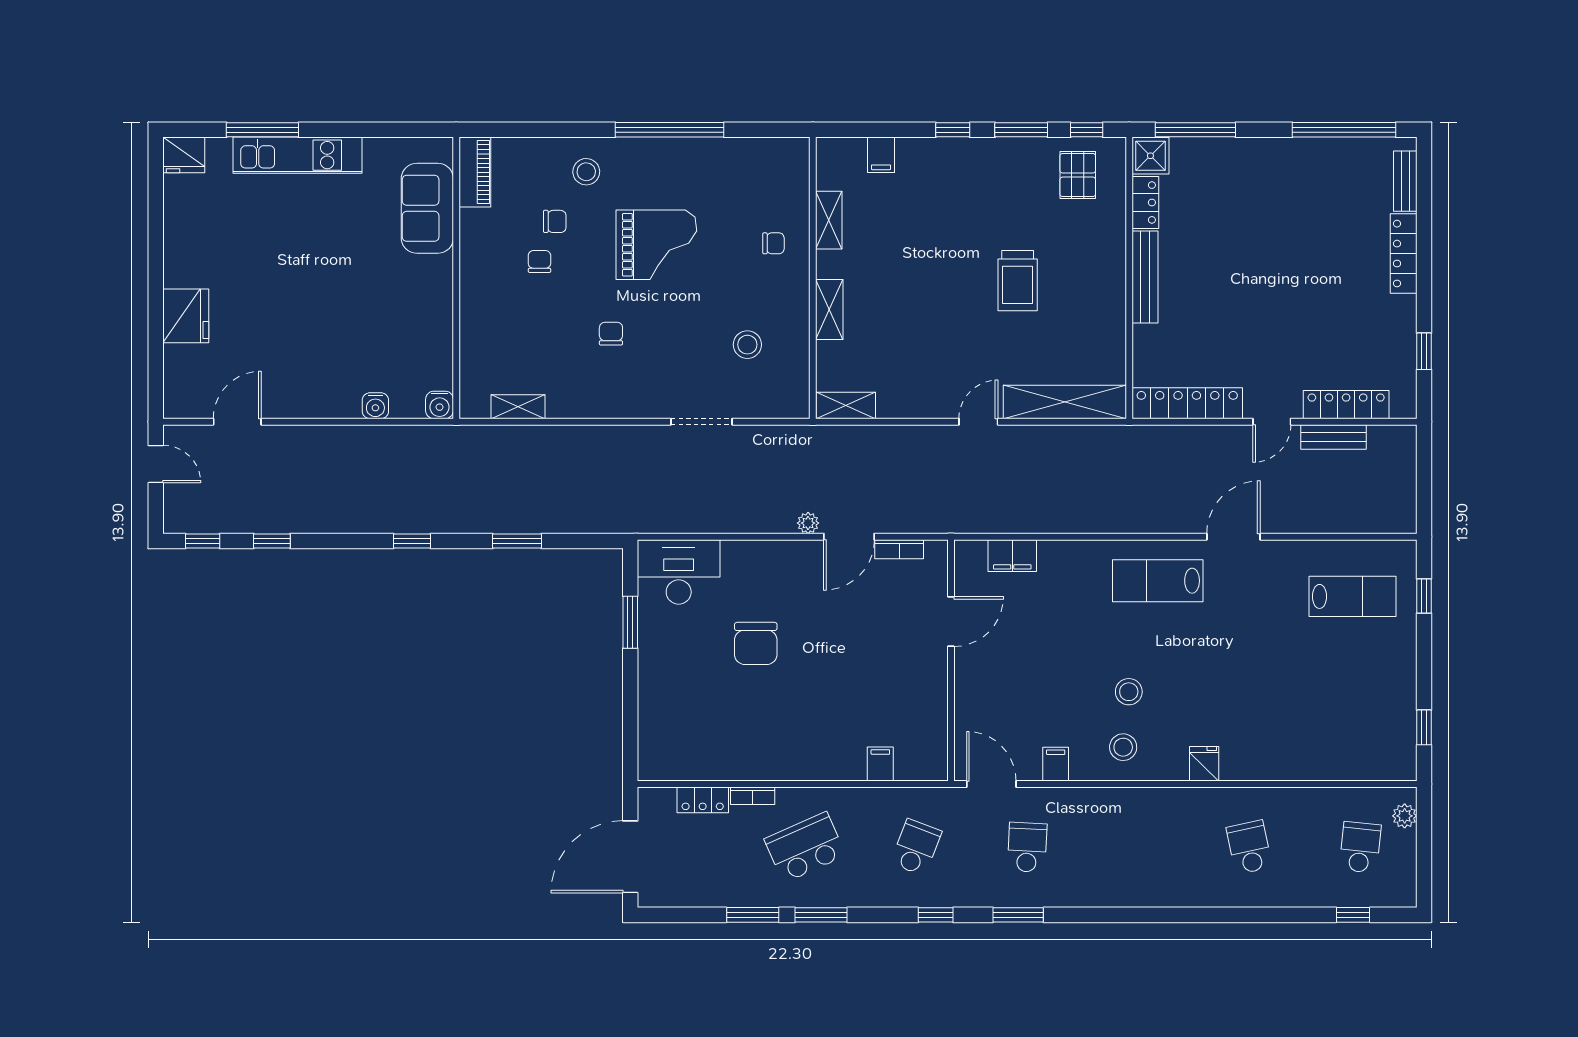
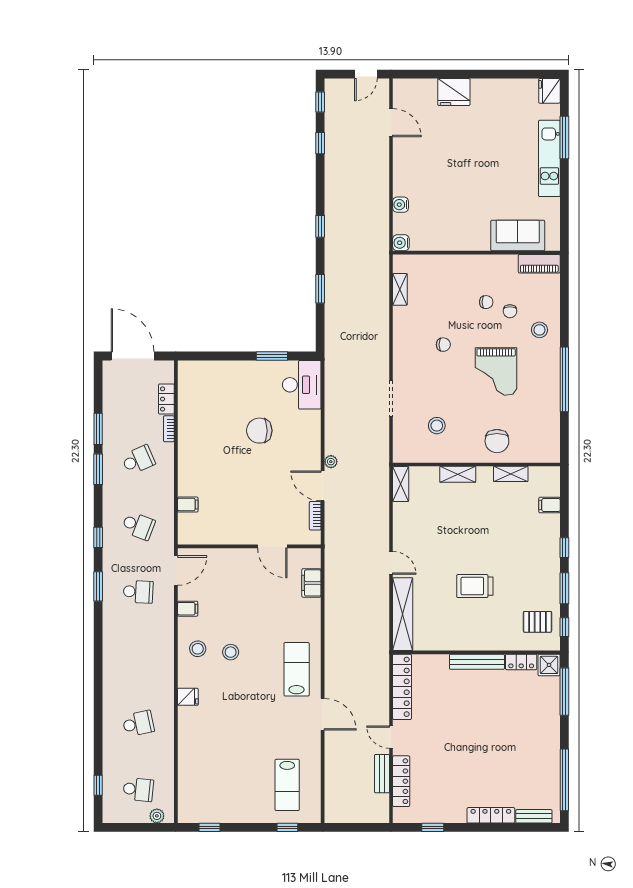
chair: (773, 243) -> (497, 441), width x1.87, depth x1.87
school desk: (805, 847) -> (138, 460), width x0.54

